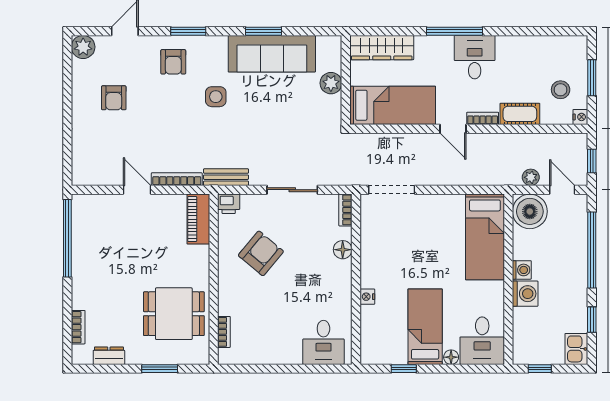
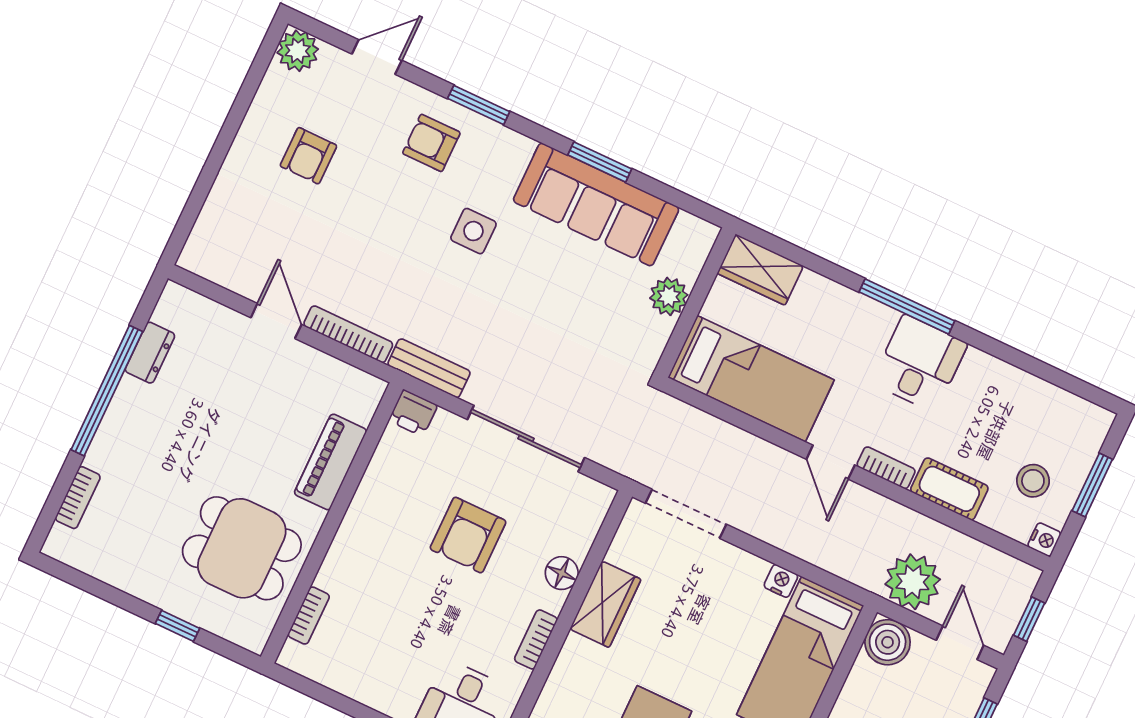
wardrobe: (382, 48) -> (760, 270), width x0.67
armchair: (173, 62) -> (431, 143), turned 90
plant: (531, 177) -> (913, 582), width x1.88, depth x1.88
sliding door: (292, 190) -> (526, 439), width x1.37
bookcase: (345, 210) -> (536, 639), moved
boiler: (530, 211) -> (888, 642), width x0.73, depth x0.73
piano: (198, 219) -> (331, 462), moved
window: (67, 238) -> (107, 391), moved
armchair: (261, 253) -> (468, 535), moved, turned 140
wardrobe: (372, 255) -> (605, 604), added
nightstand: (367, 297) -> (781, 581), moved, turned 90
dresser: (109, 356) -> (150, 353), moved, turned 90
window: (160, 369) -> (178, 626), width x0.67

